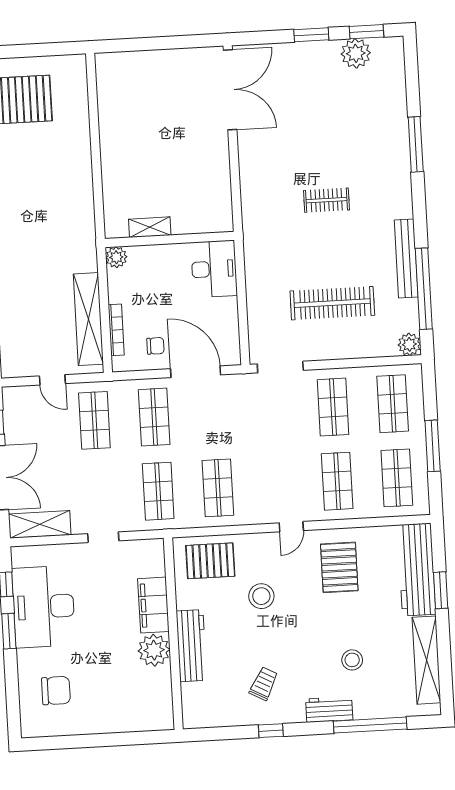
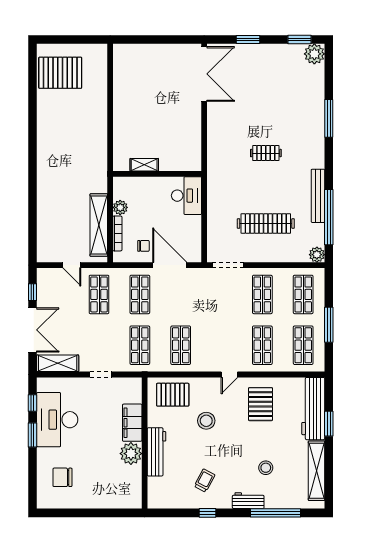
window: (311, 35) -> (248, 40), moved
plant: (356, 53) -> (314, 54), moved
plant: (116, 257) -> (120, 207), moved
chair: (56, 691) -> (62, 477), turned 180

